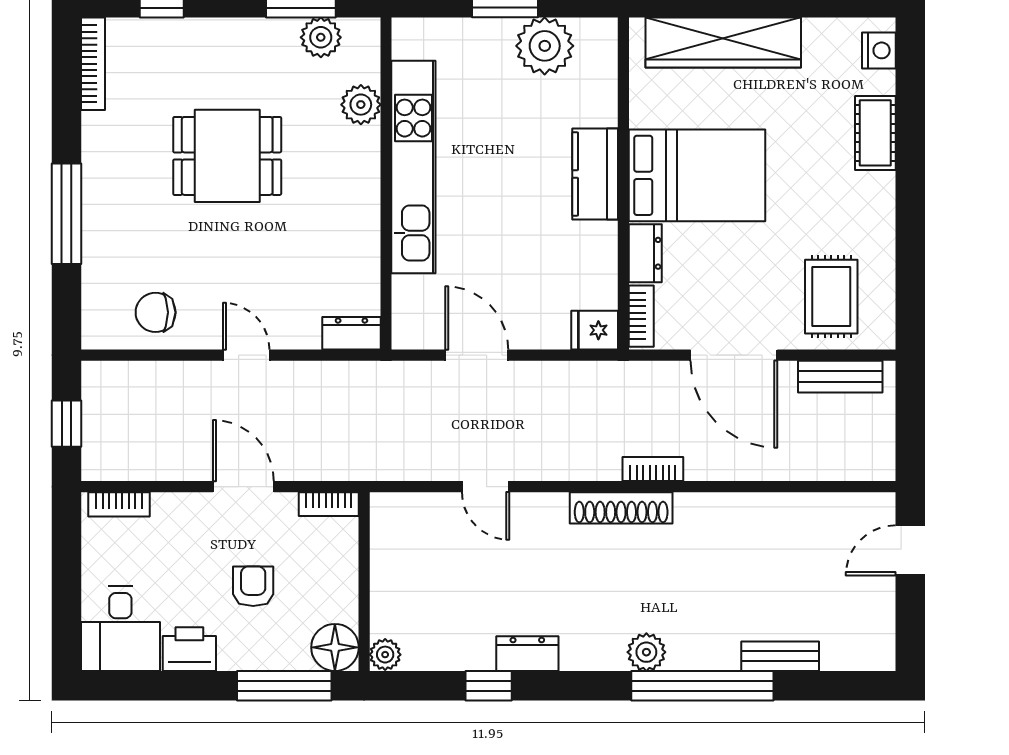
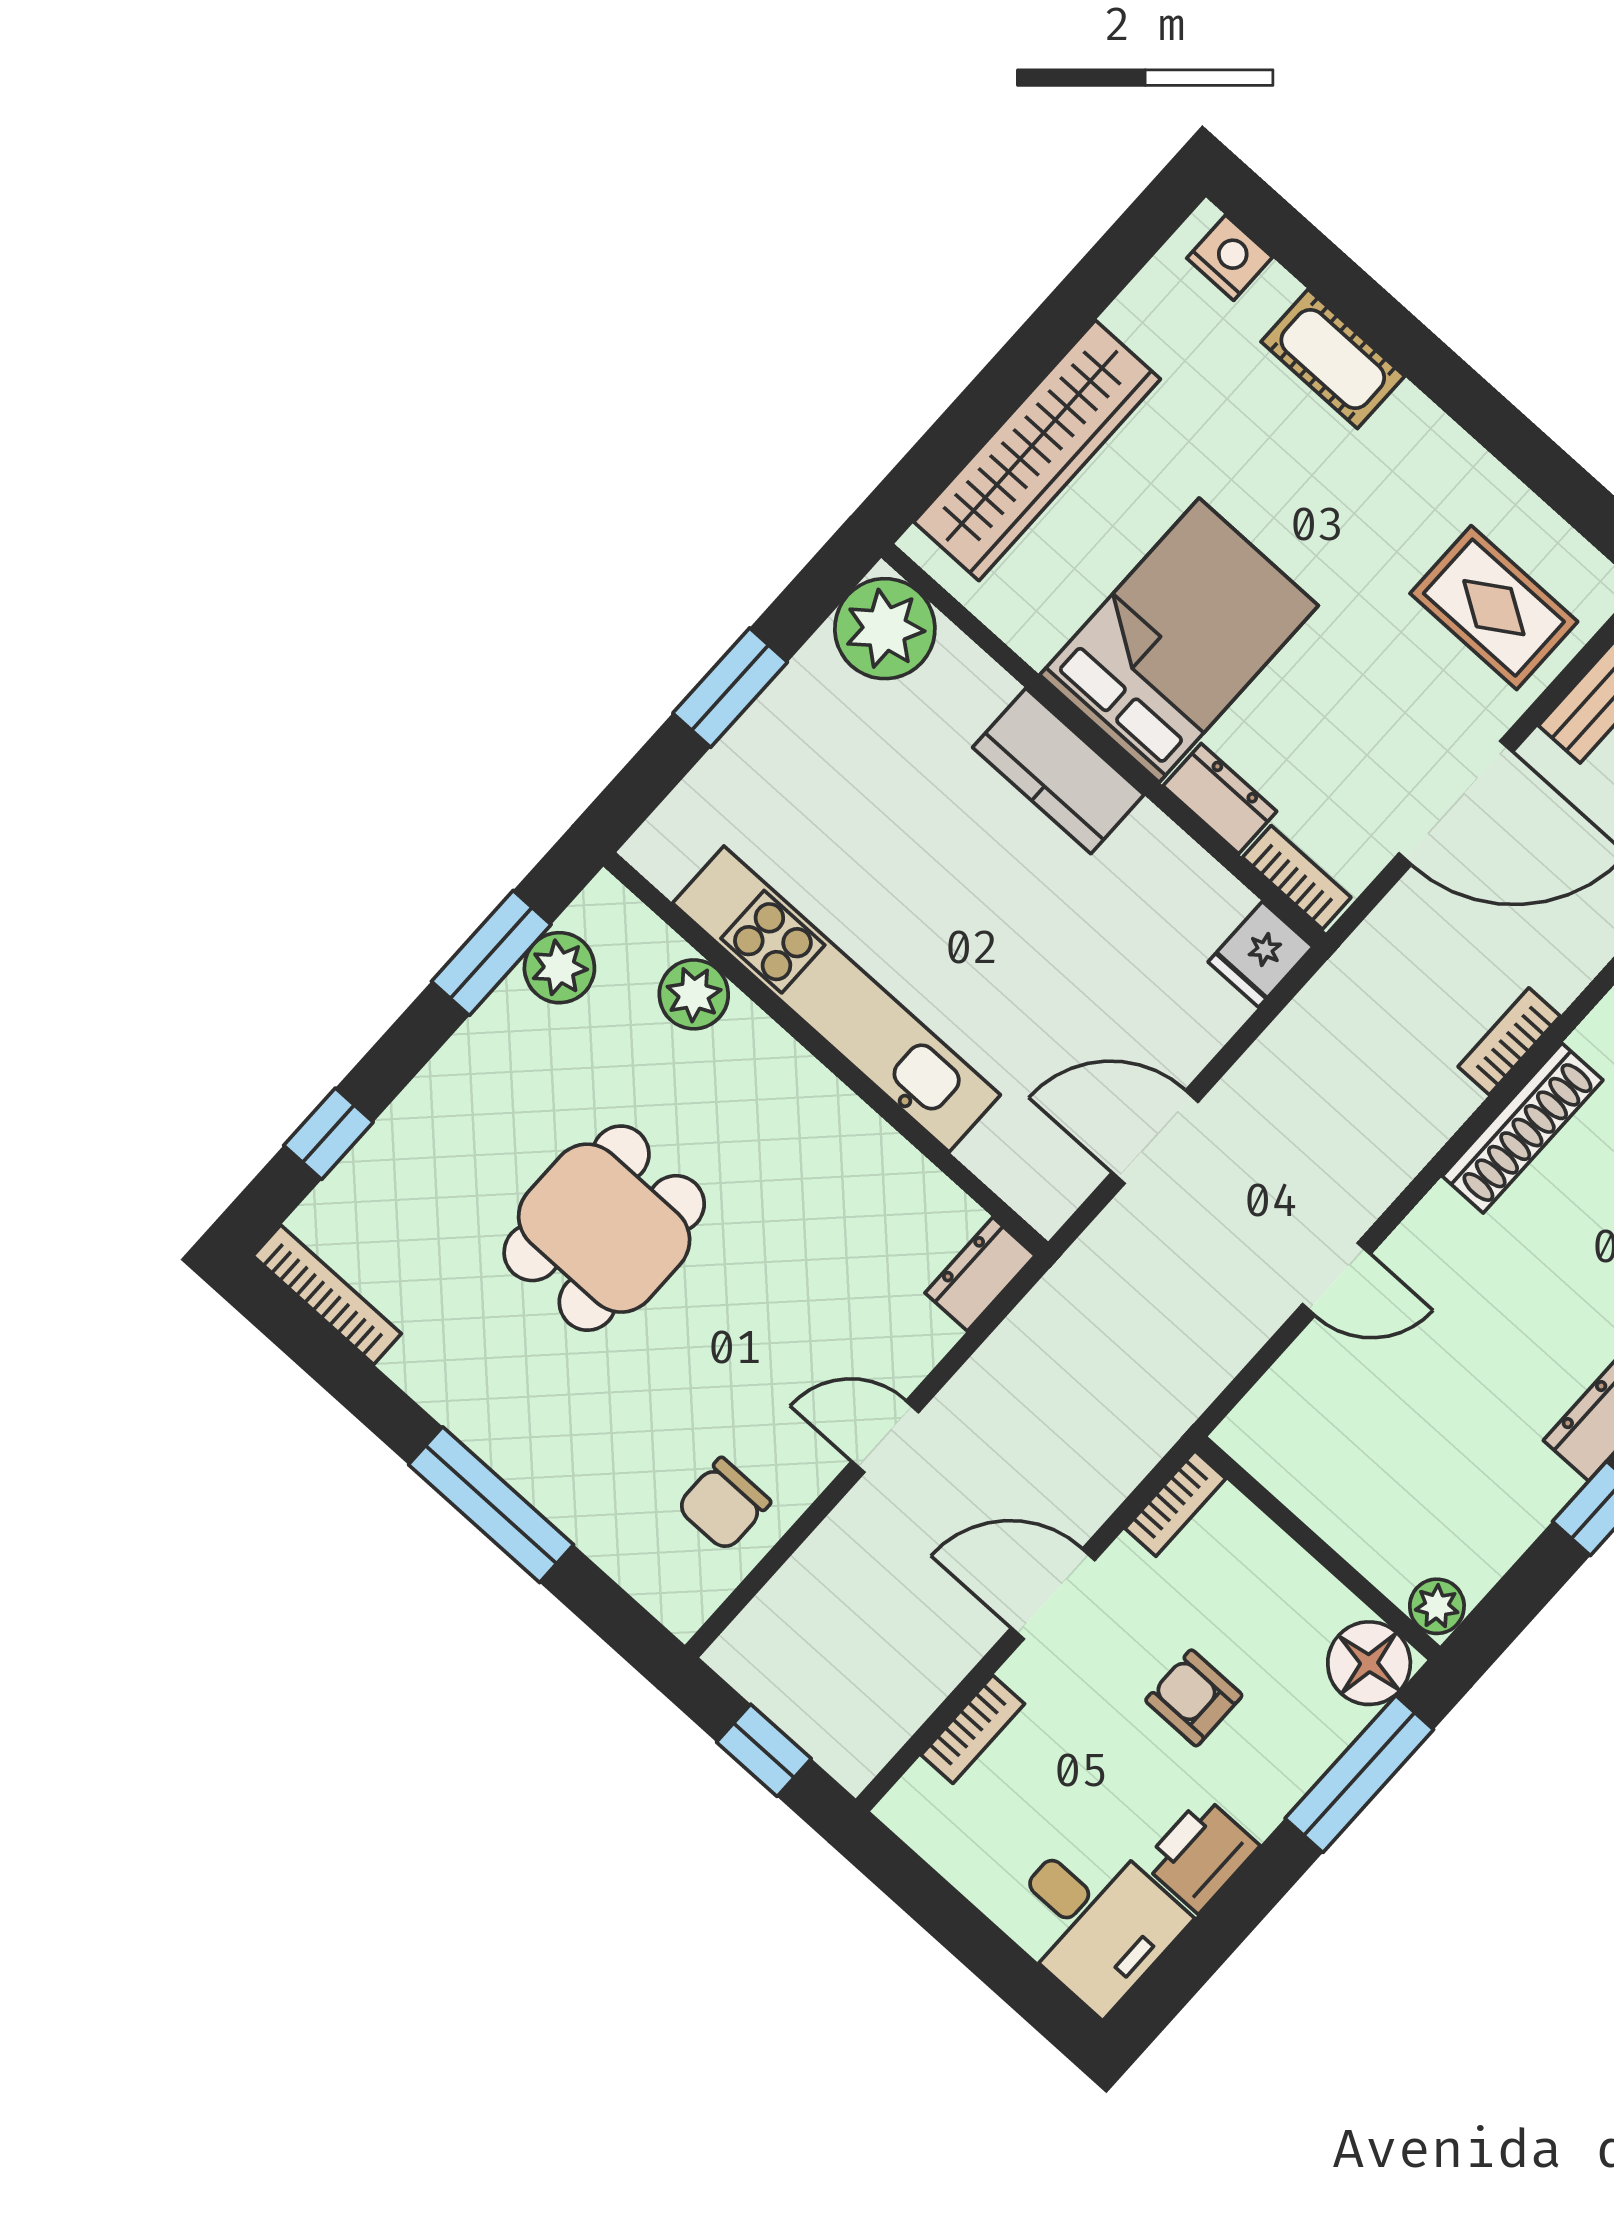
plant: (545, 46) -> (885, 629), moved
bookcase: (119, 504) -> (973, 1729), moved

